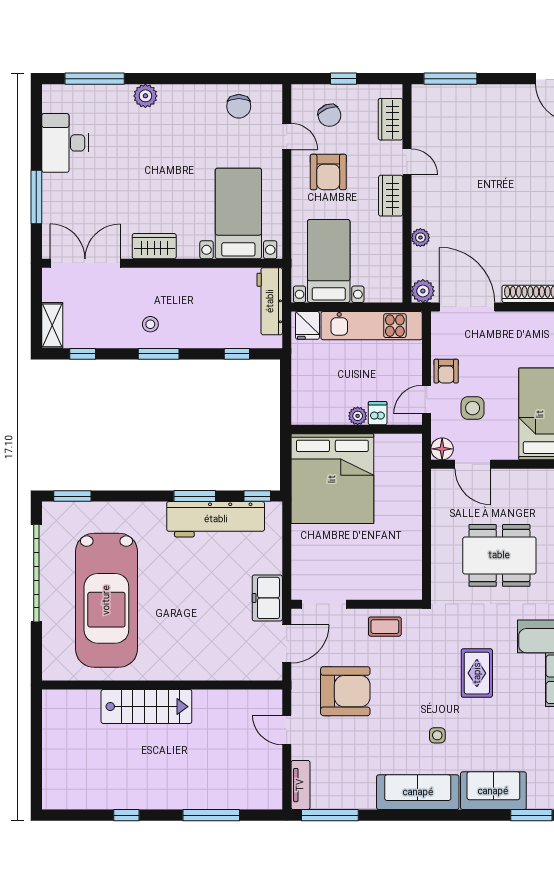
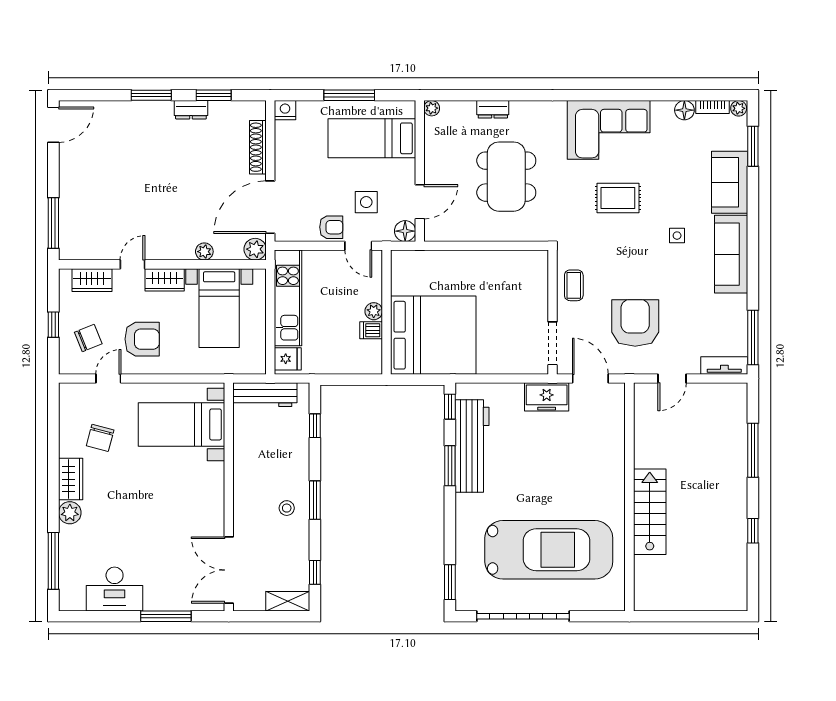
chair: (239, 106) -> (100, 438), moved, turned 105
wardrobe: (154, 246) -> (71, 479), moved, turned 180
bed with nightstands: (329, 261) -> (219, 308), moved, turned -90
dishwasher: (378, 413) -> (371, 330), moved

